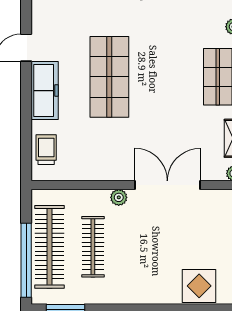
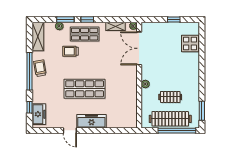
trolley: (46, 150) -> (70, 51), moved
double door: (167, 185) -> (139, 48), moved
clothes rail: (93, 247) -> (170, 97), width x0.73

